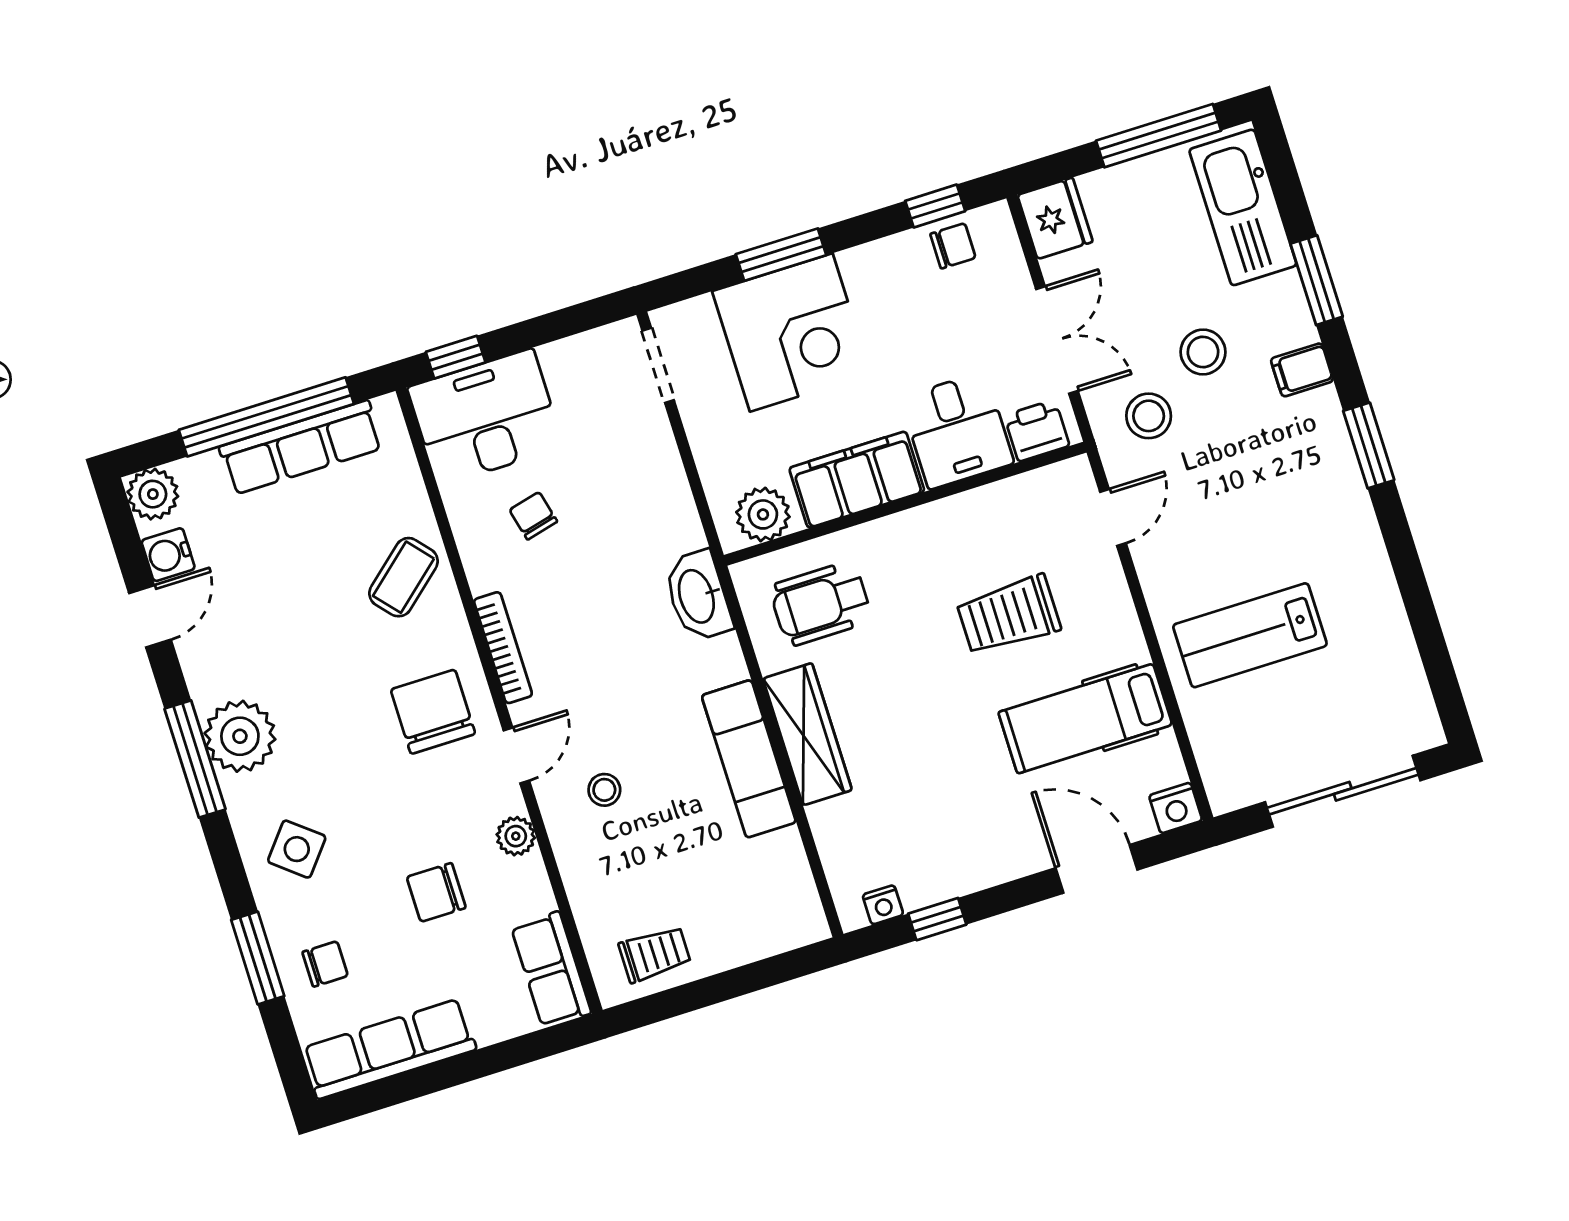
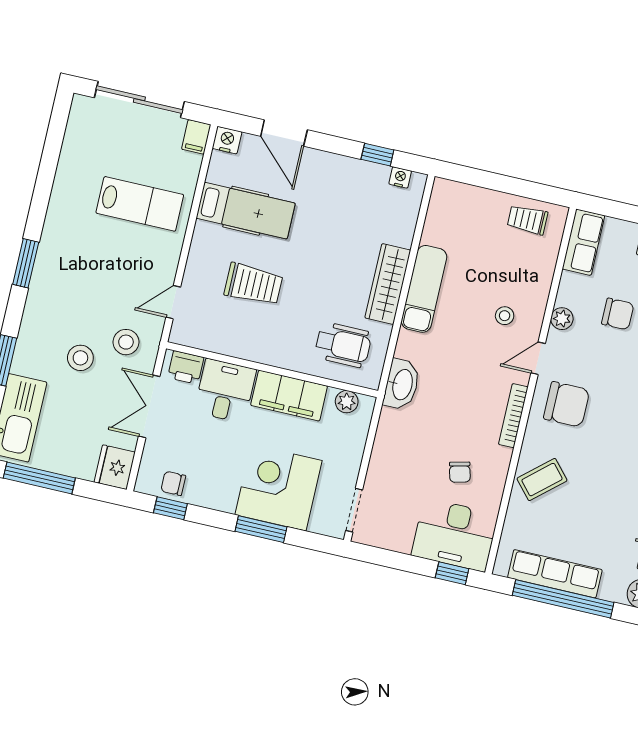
filing cabinet: (1302, 370) -> (196, 137), moved, turned 90
plant: (763, 514) -> (347, 402), width x0.73, depth x0.73
chair: (433, 712) -> (567, 404), turned -90

